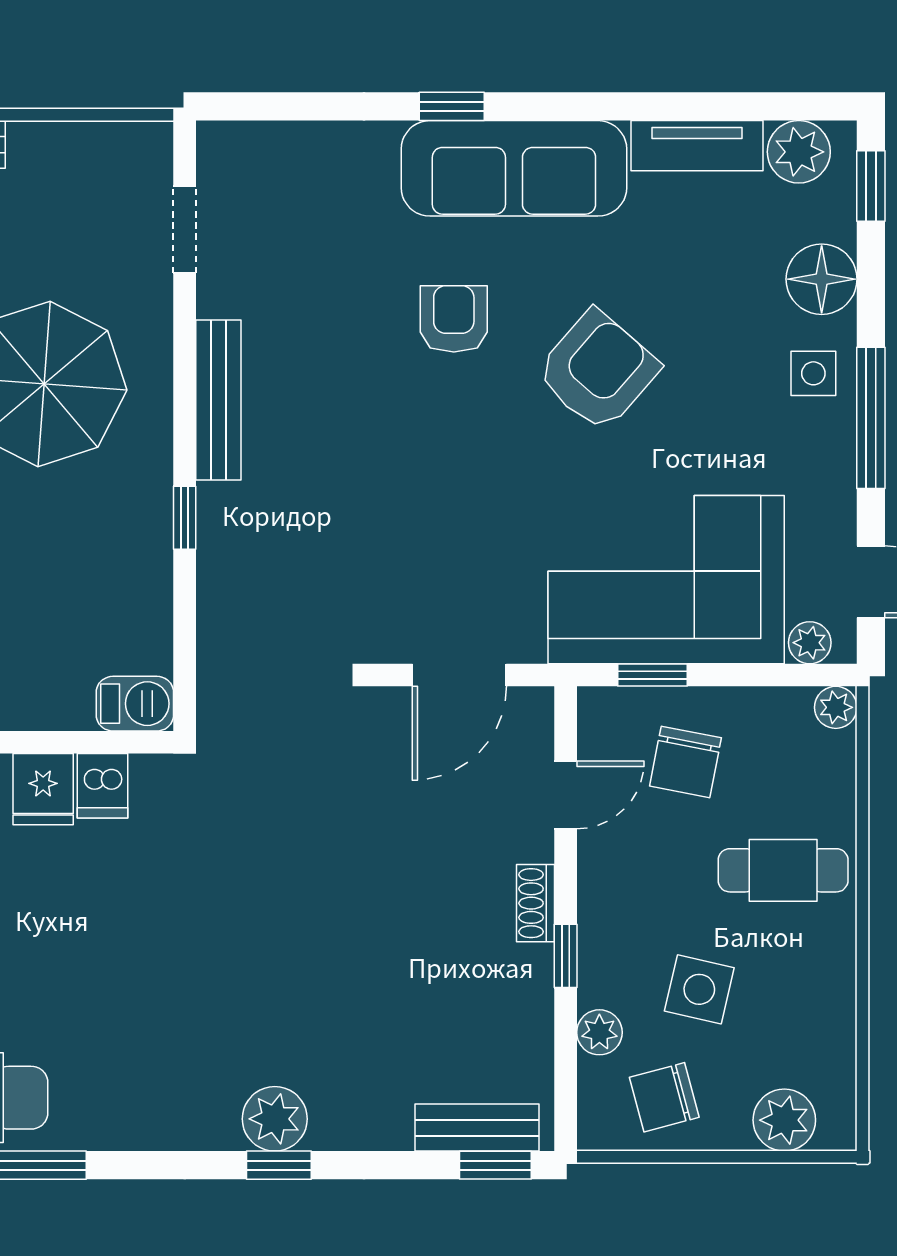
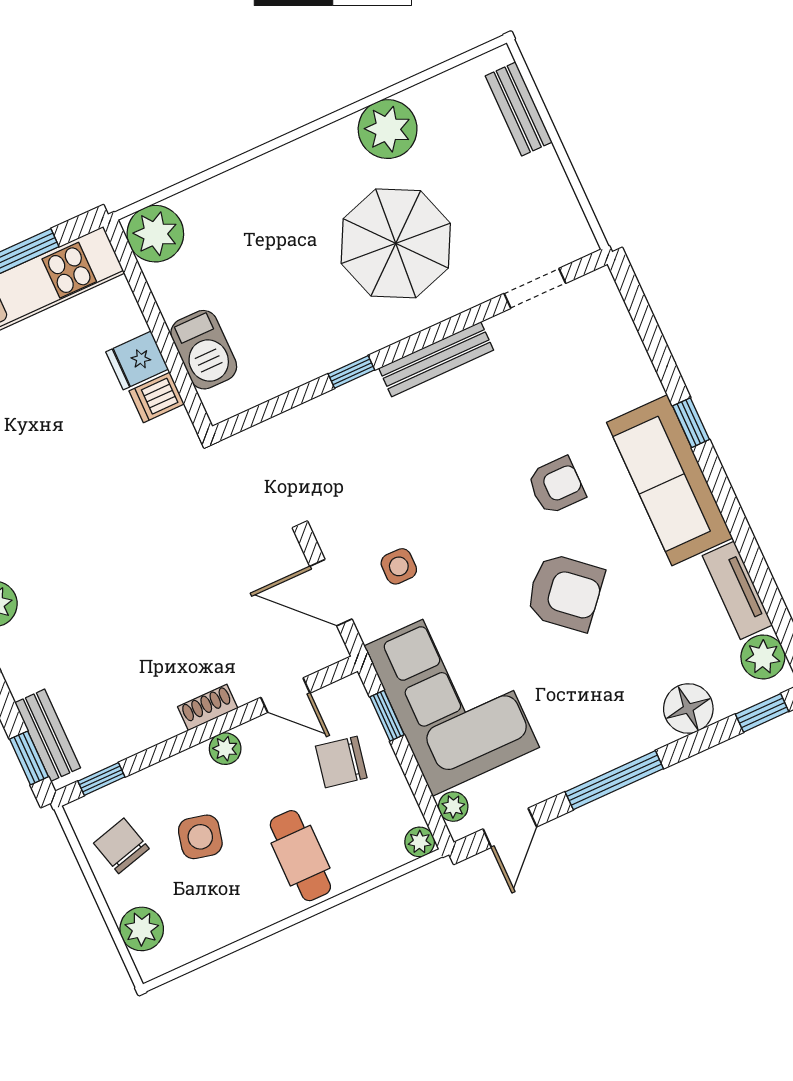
side table: (813, 373) -> (399, 566), moved
barbecue: (135, 704) -> (204, 350), moved, width x1.38, depth x1.27
window: (566, 956) -> (101, 779), moved
plant: (599, 1032) -> (225, 749), moved

